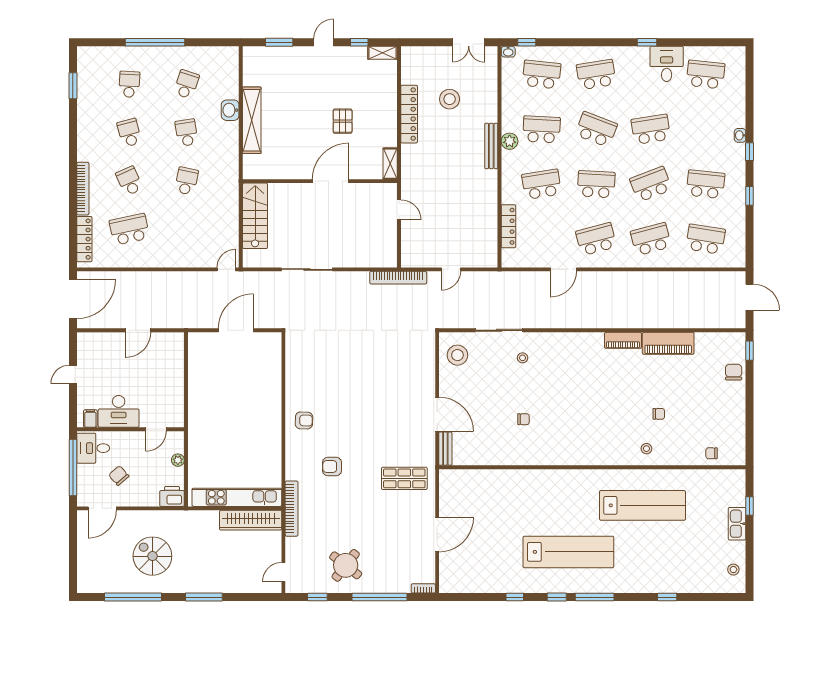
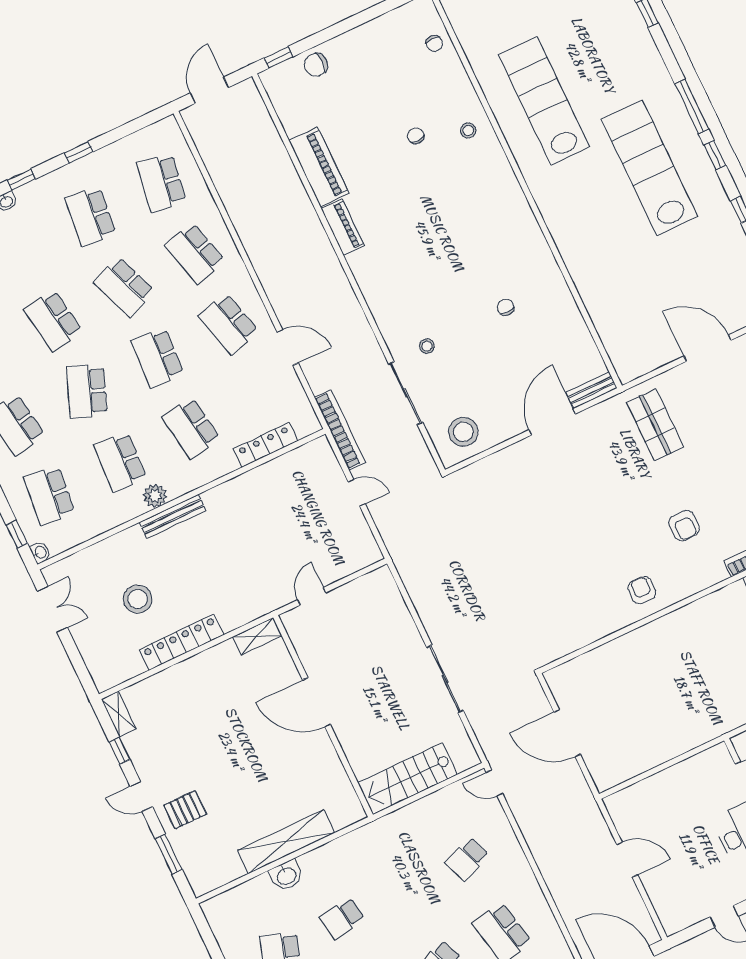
pallet: (343, 121) -> (185, 810), moved
school desk: (186, 181) -> (467, 859), moved, turned -33
bookcase: (398, 278) -> (340, 430), moved

